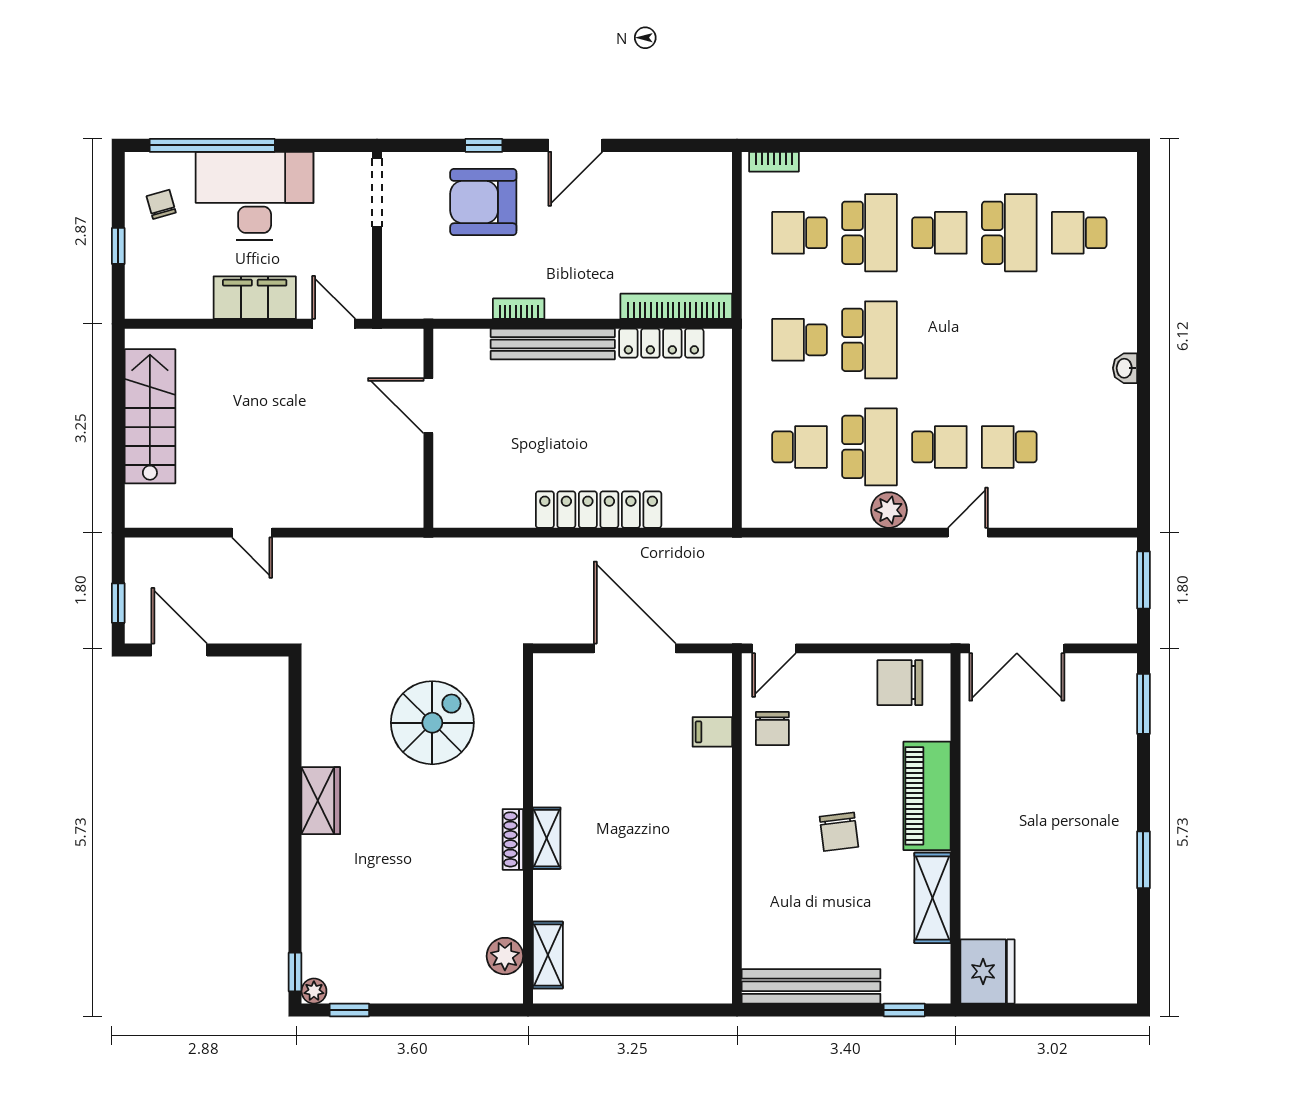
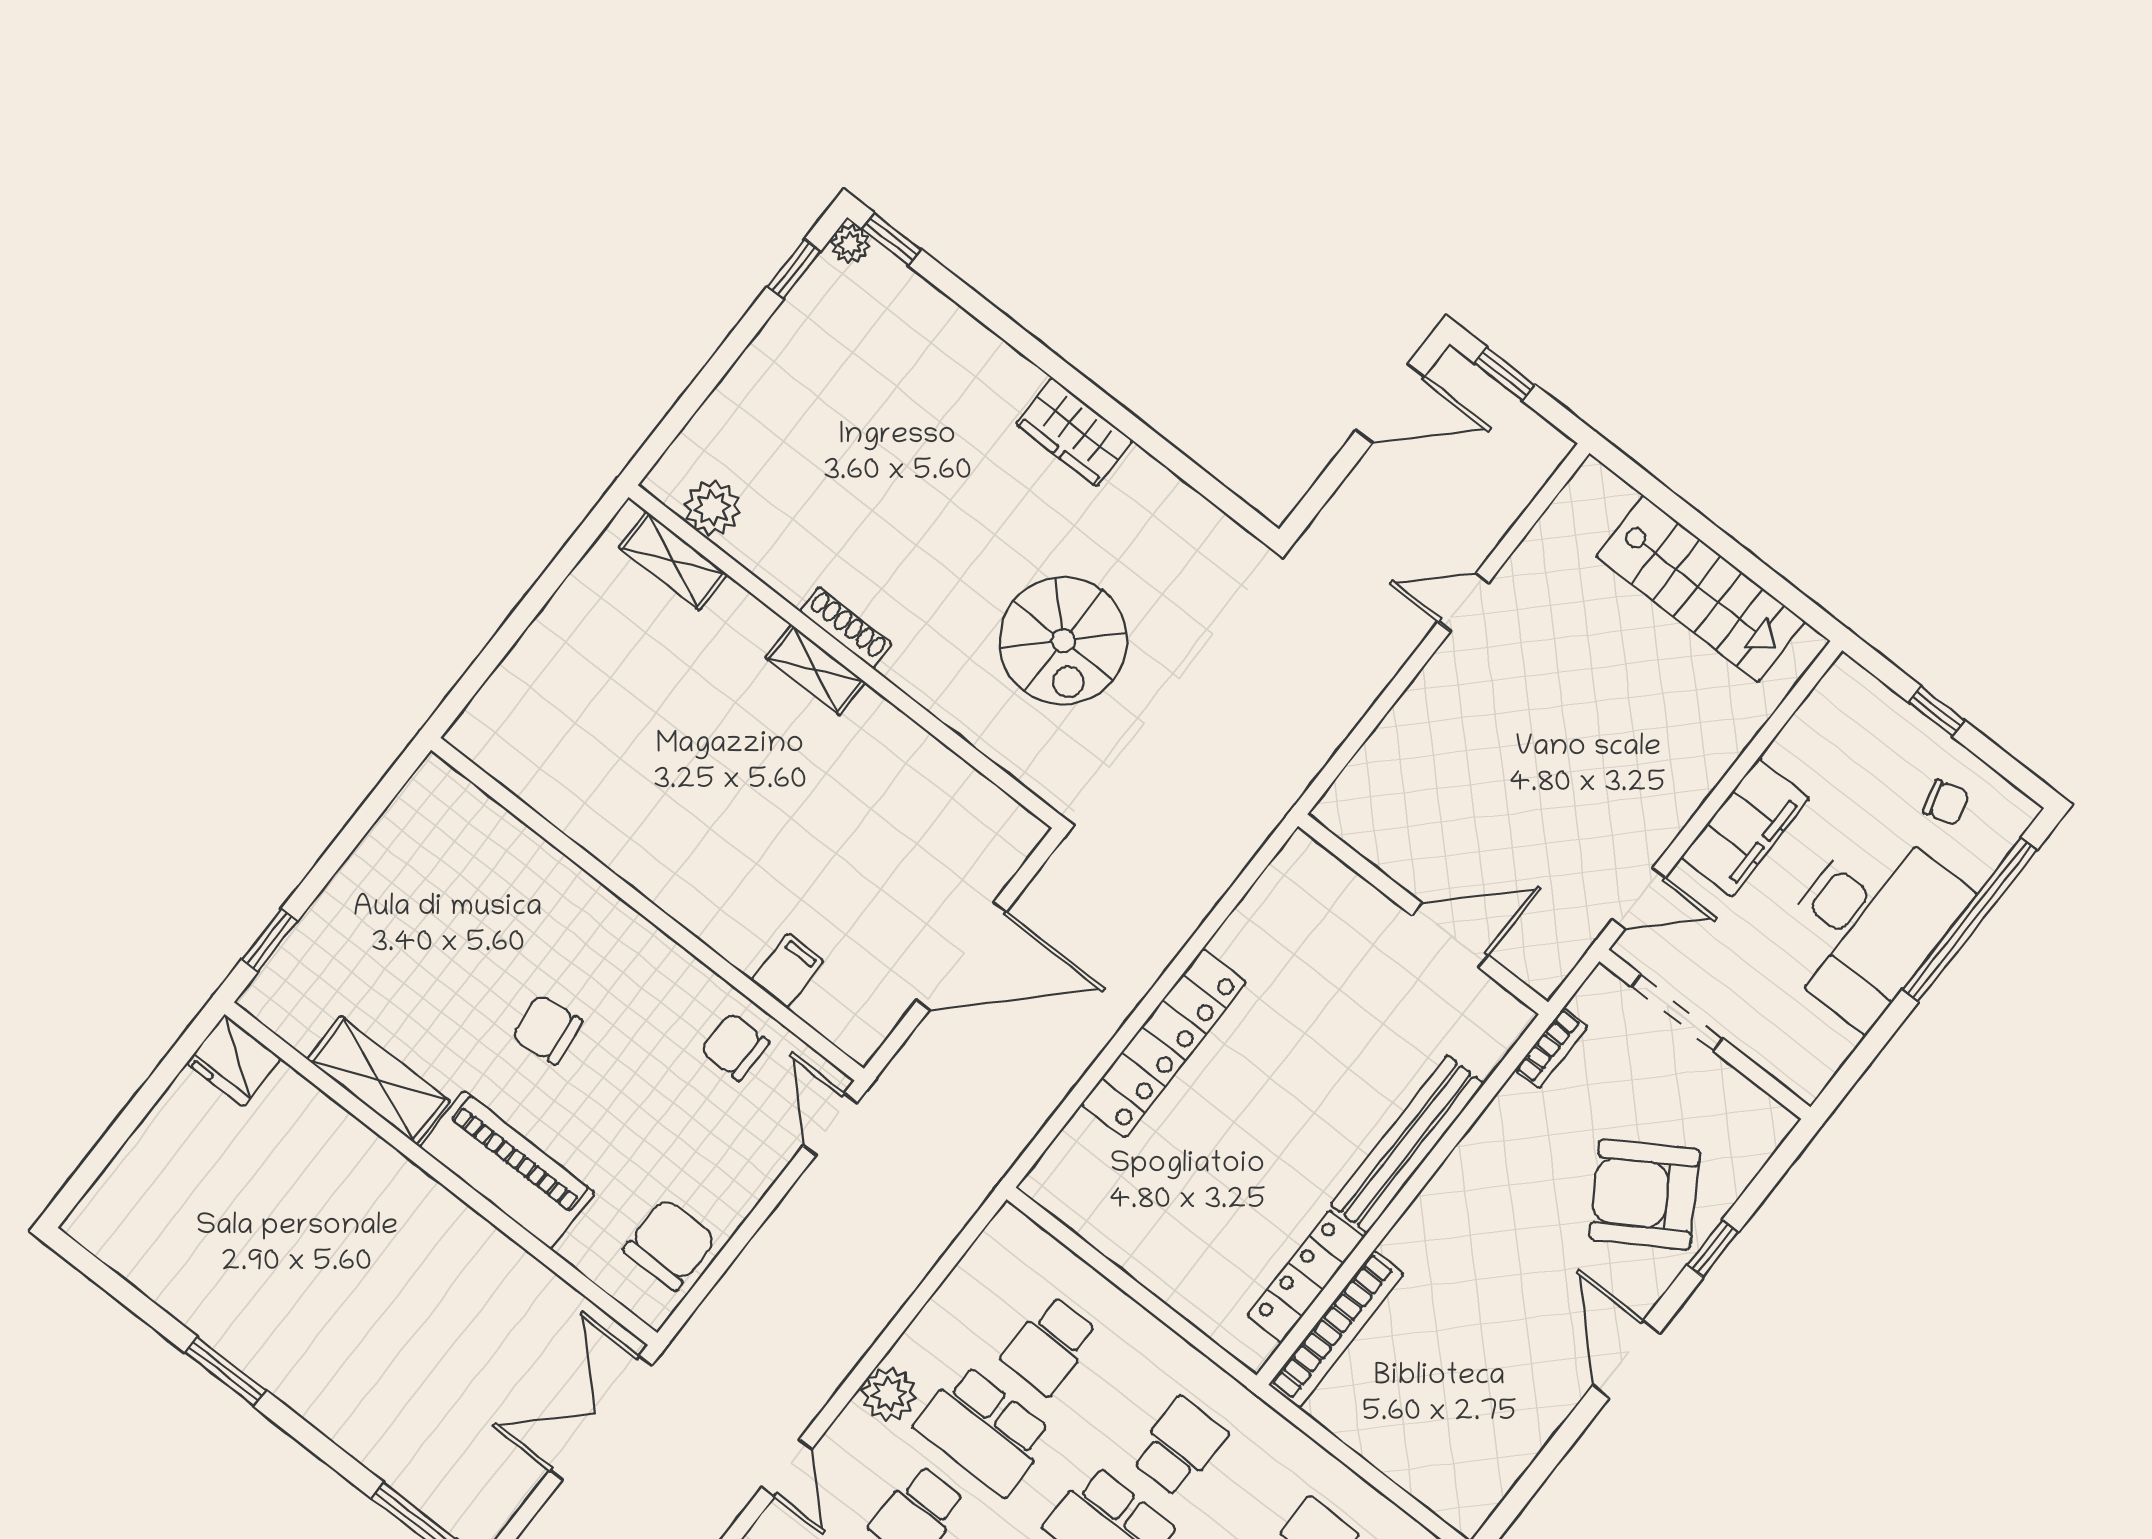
doorway: (377, 193) -> (1677, 1012), moved
armchair: (483, 202) -> (1645, 1194), turned -122
bookcase: (519, 309) -> (1551, 1048), moved
fridge: (987, 971) -> (234, 1061), width x0.73, depth x0.75
bench: (811, 986) -> (386, 850), removed

